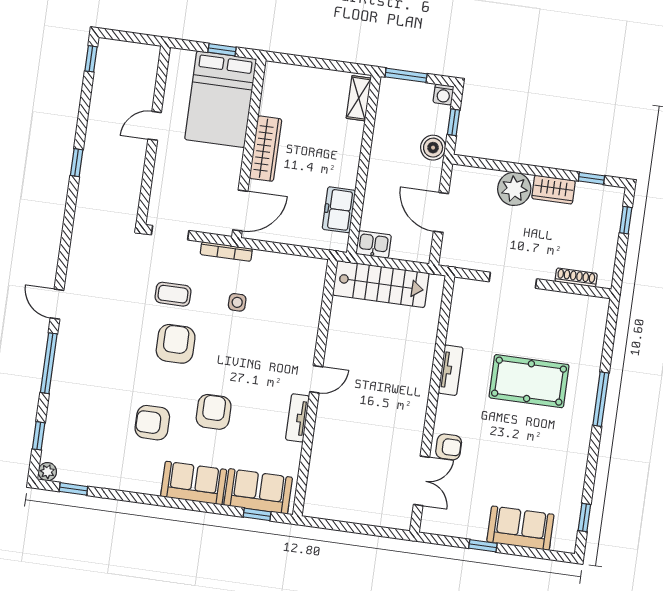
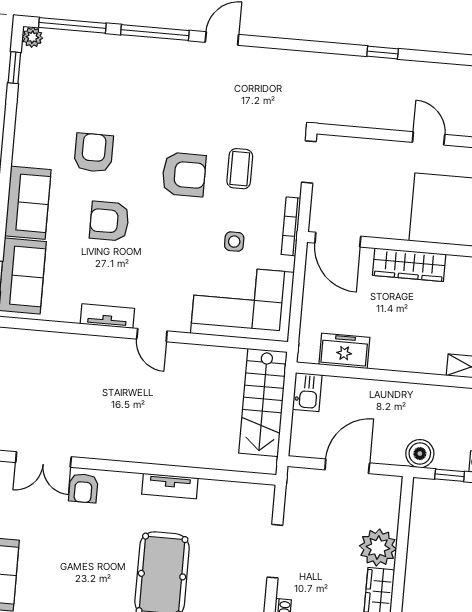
corner sofa: (292, 298) -> (242, 303), added
armchair: (214, 412) -> (109, 221), turned 180
window: (39, 436) -> (72, 25), width x2.17

